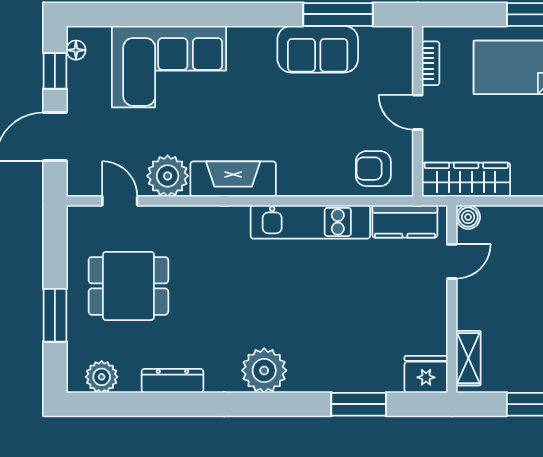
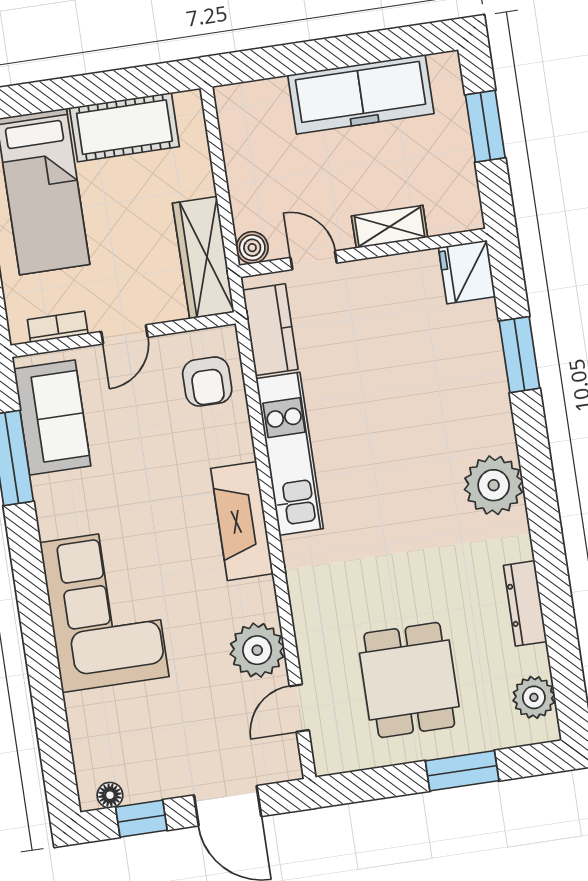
sofa: (318, 49) -> (52, 417), moved
corner sofa: (169, 67) -> (104, 610), moved
fireplace: (233, 179) -> (242, 521), moved
shelving: (468, 358) -> (390, 227), moved

